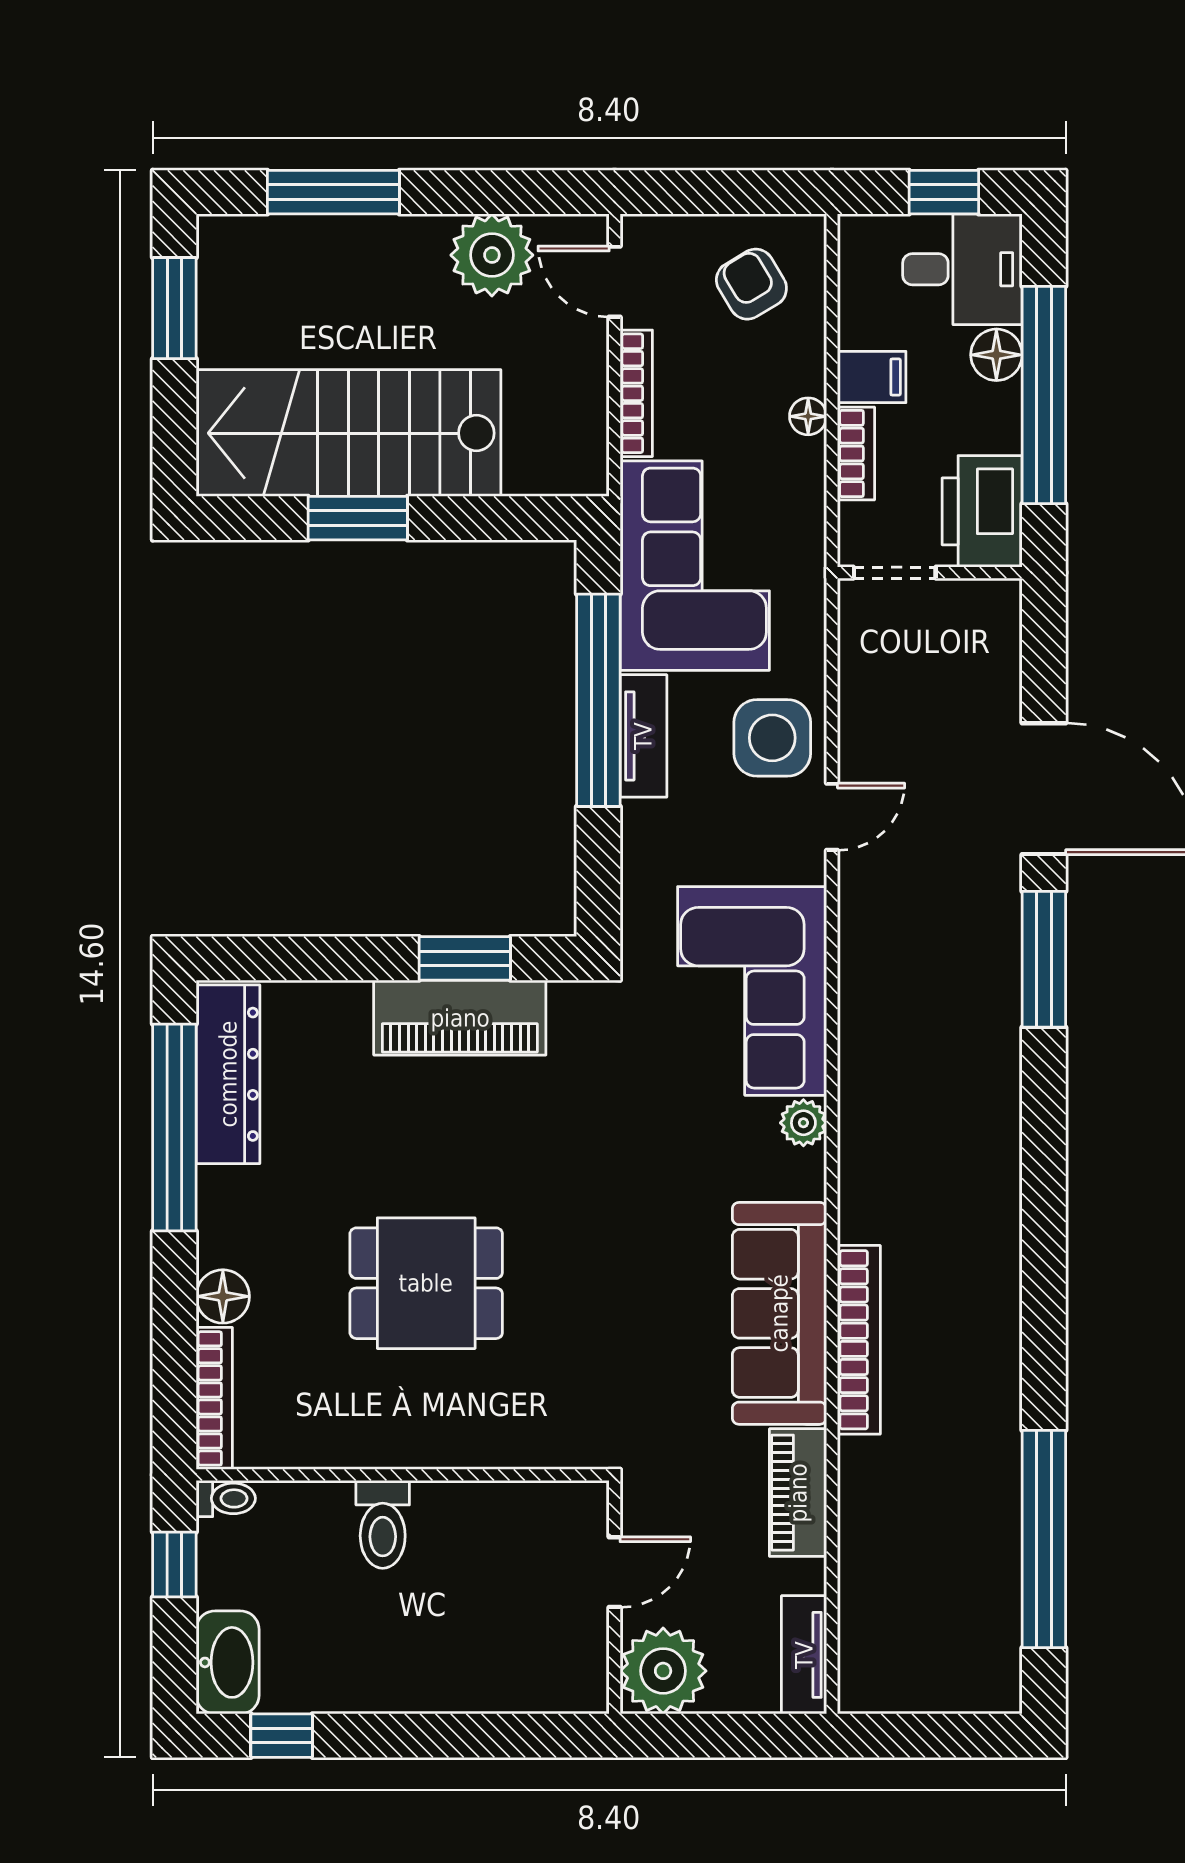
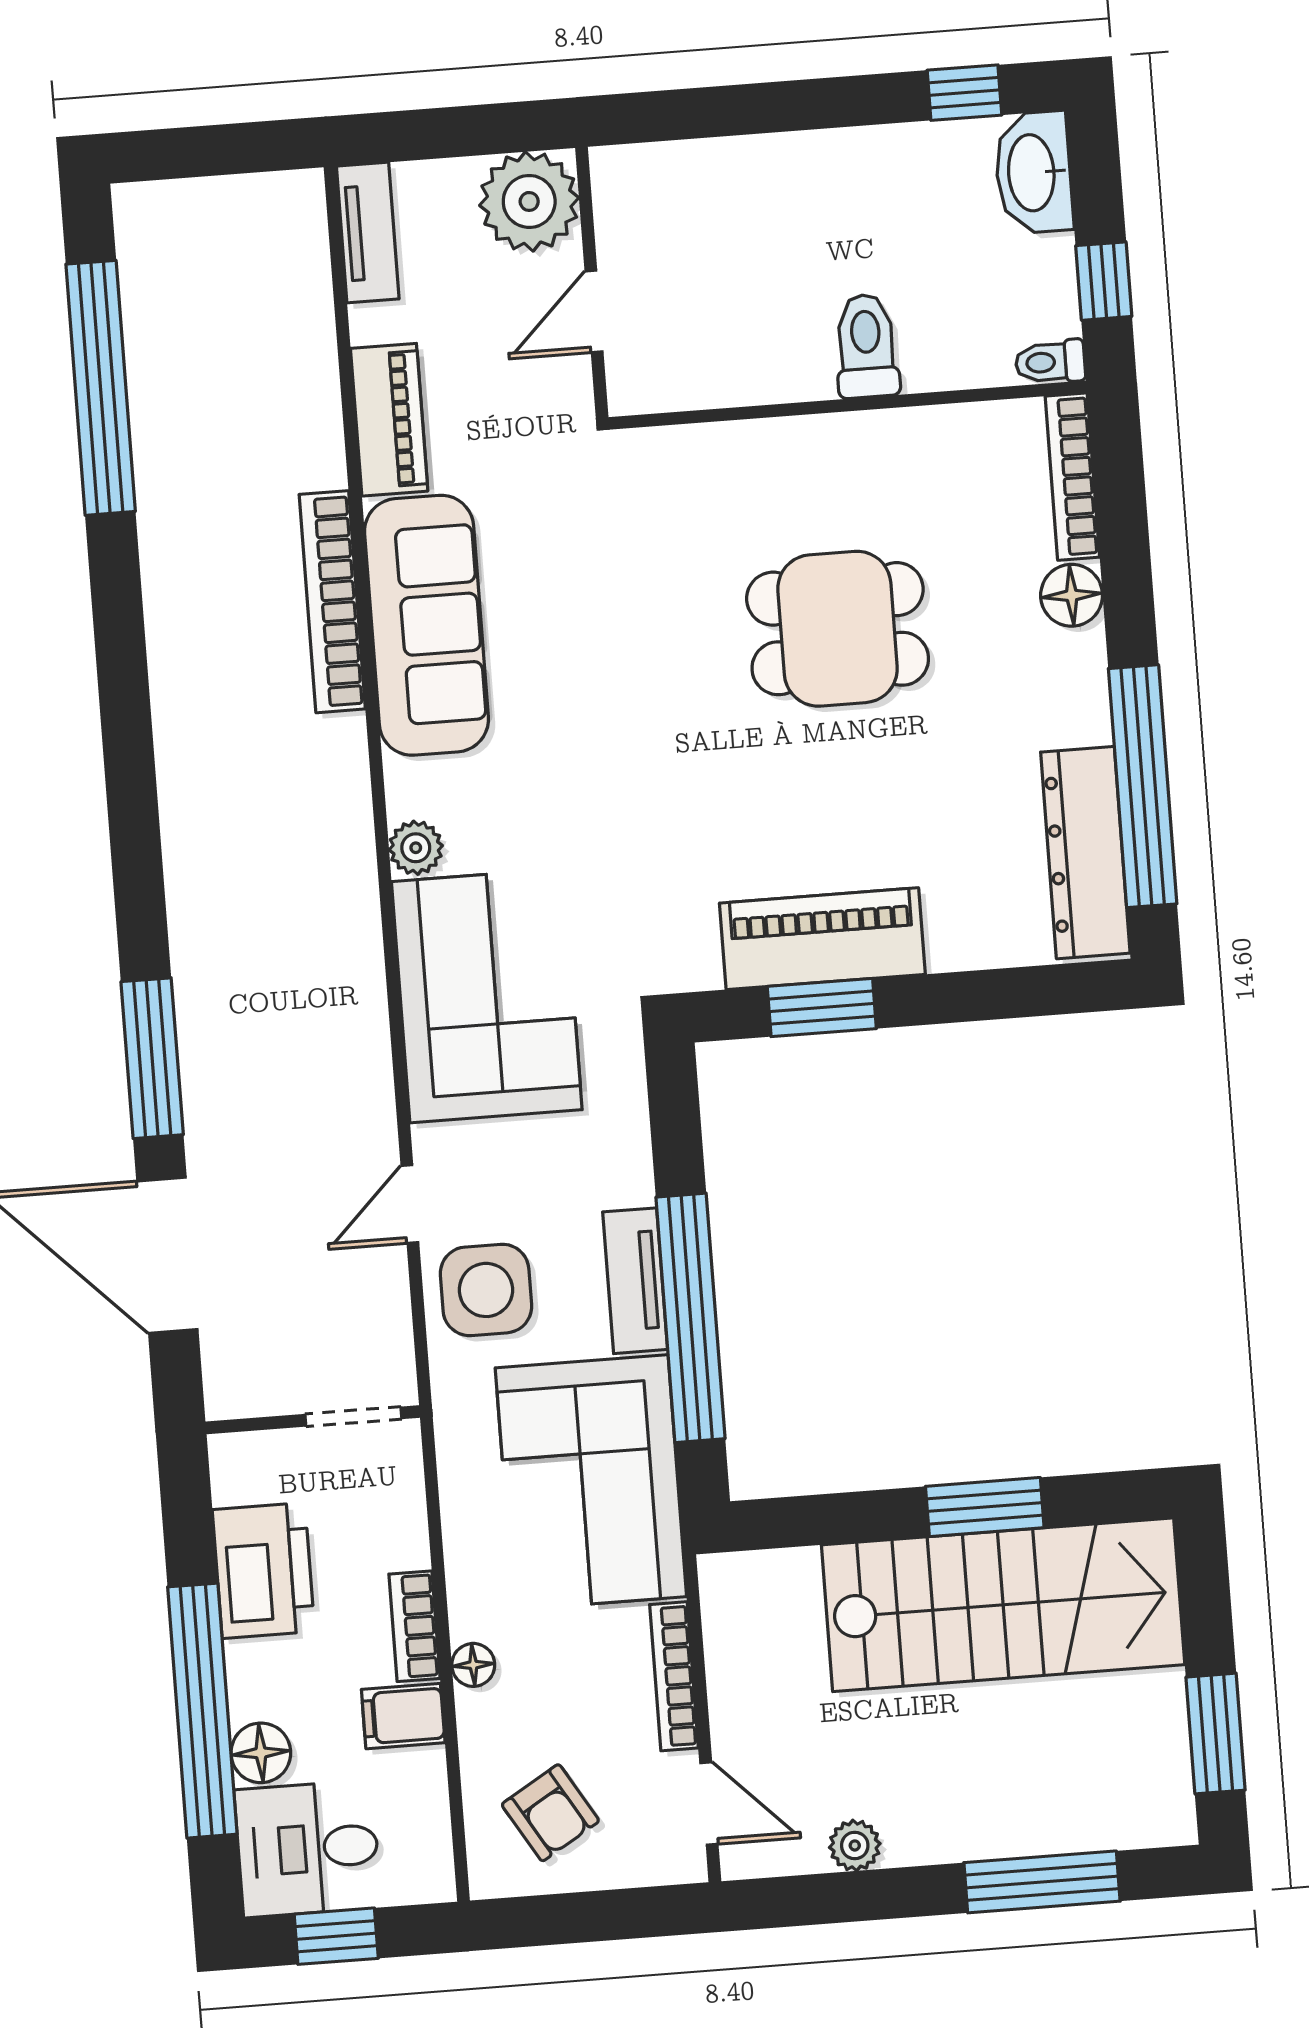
plant: (492, 255) -> (855, 1845), width x0.53, depth x0.53
doorway: (895, 573) -> (353, 1417), moved
wall: (930, 573) -> (313, 1420), moved

